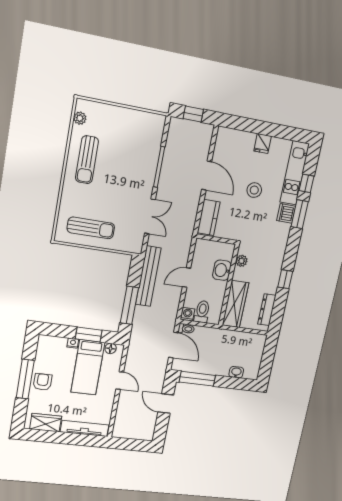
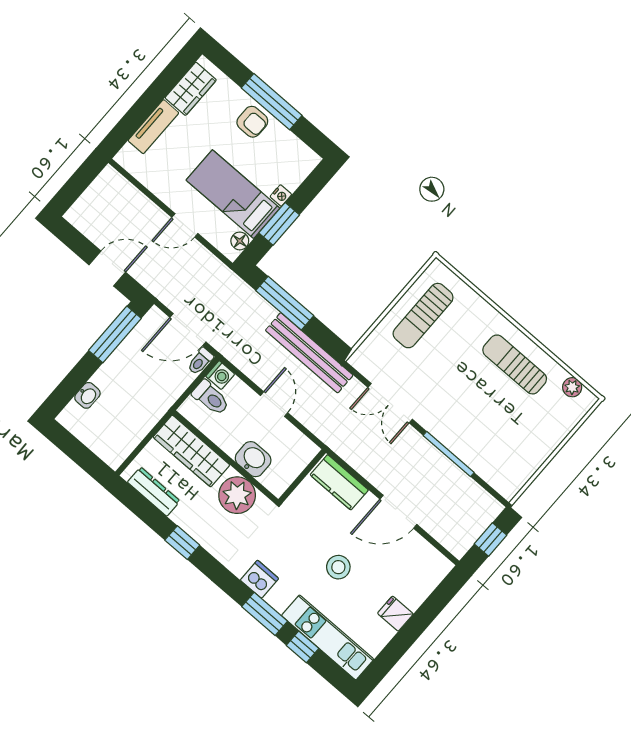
dishwasher: (286, 213) -> (259, 579), moved
plant: (241, 261) -> (237, 495), width x1.87, depth x1.87
tv unit: (85, 429) -> (153, 127), width x0.71

